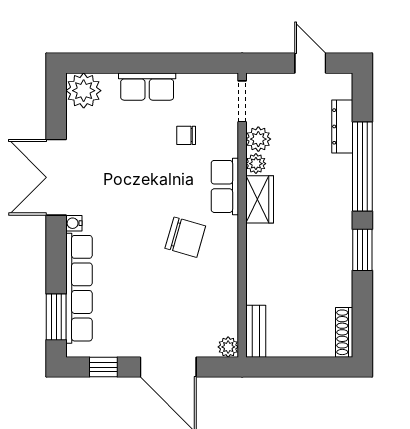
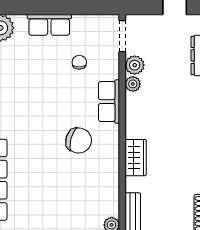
chair: (186, 135) -> (79, 62), turned 90
wardrobe: (260, 199) -> (136, 158), moved

